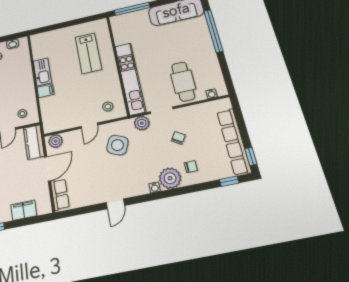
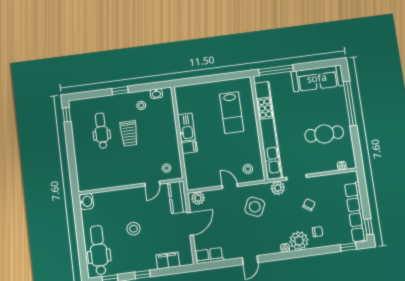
kitchen unit: (130, 78) -> (268, 130), width x1.36
cafe table: (183, 81) -> (324, 134), moved, turned 90
door: (89, 126) -> (230, 186), swing flipped
row of seats: (60, 194) -> (209, 256), moved, turned -90

